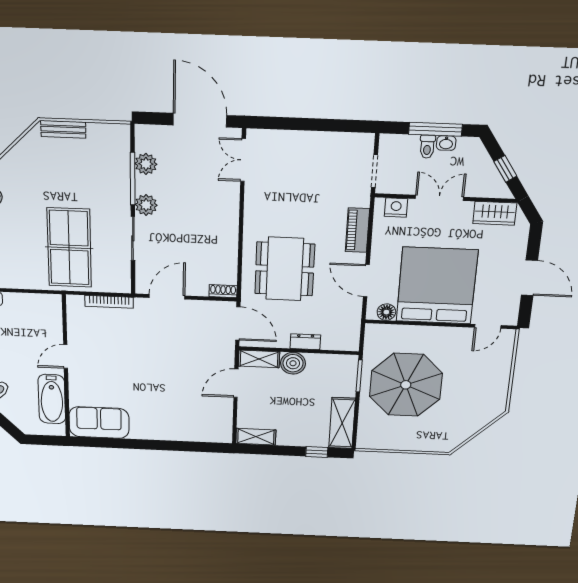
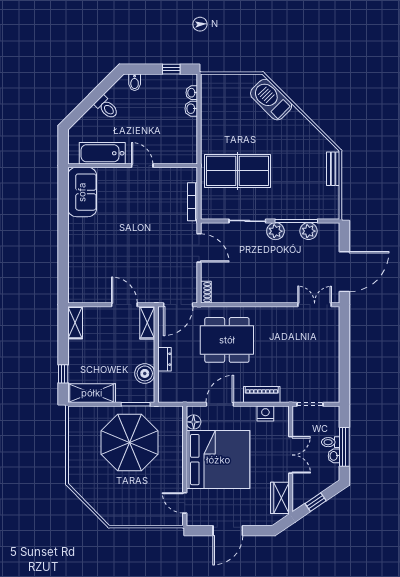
nightstand: (396, 208) -> (265, 413), moved, turned -90
boiler: (293, 363) -> (145, 373), moved

